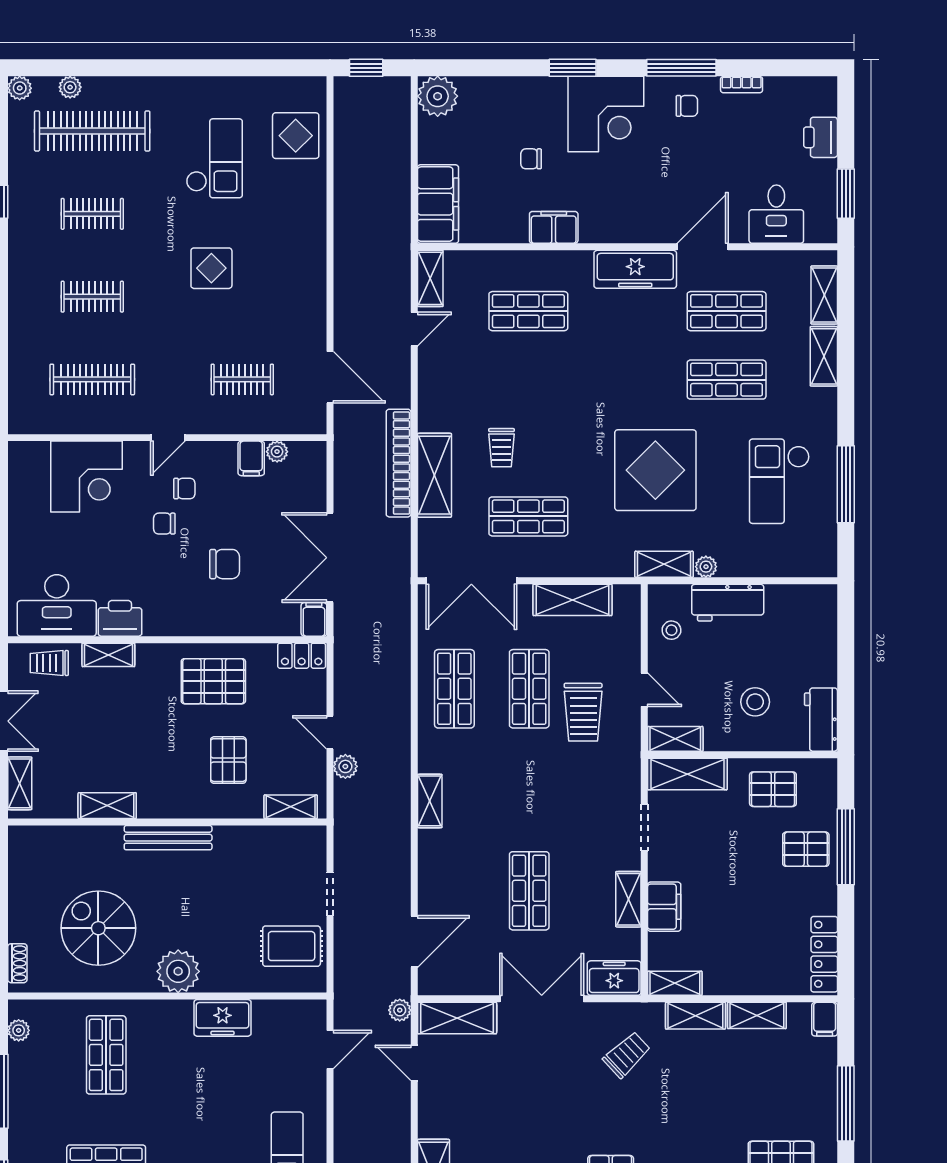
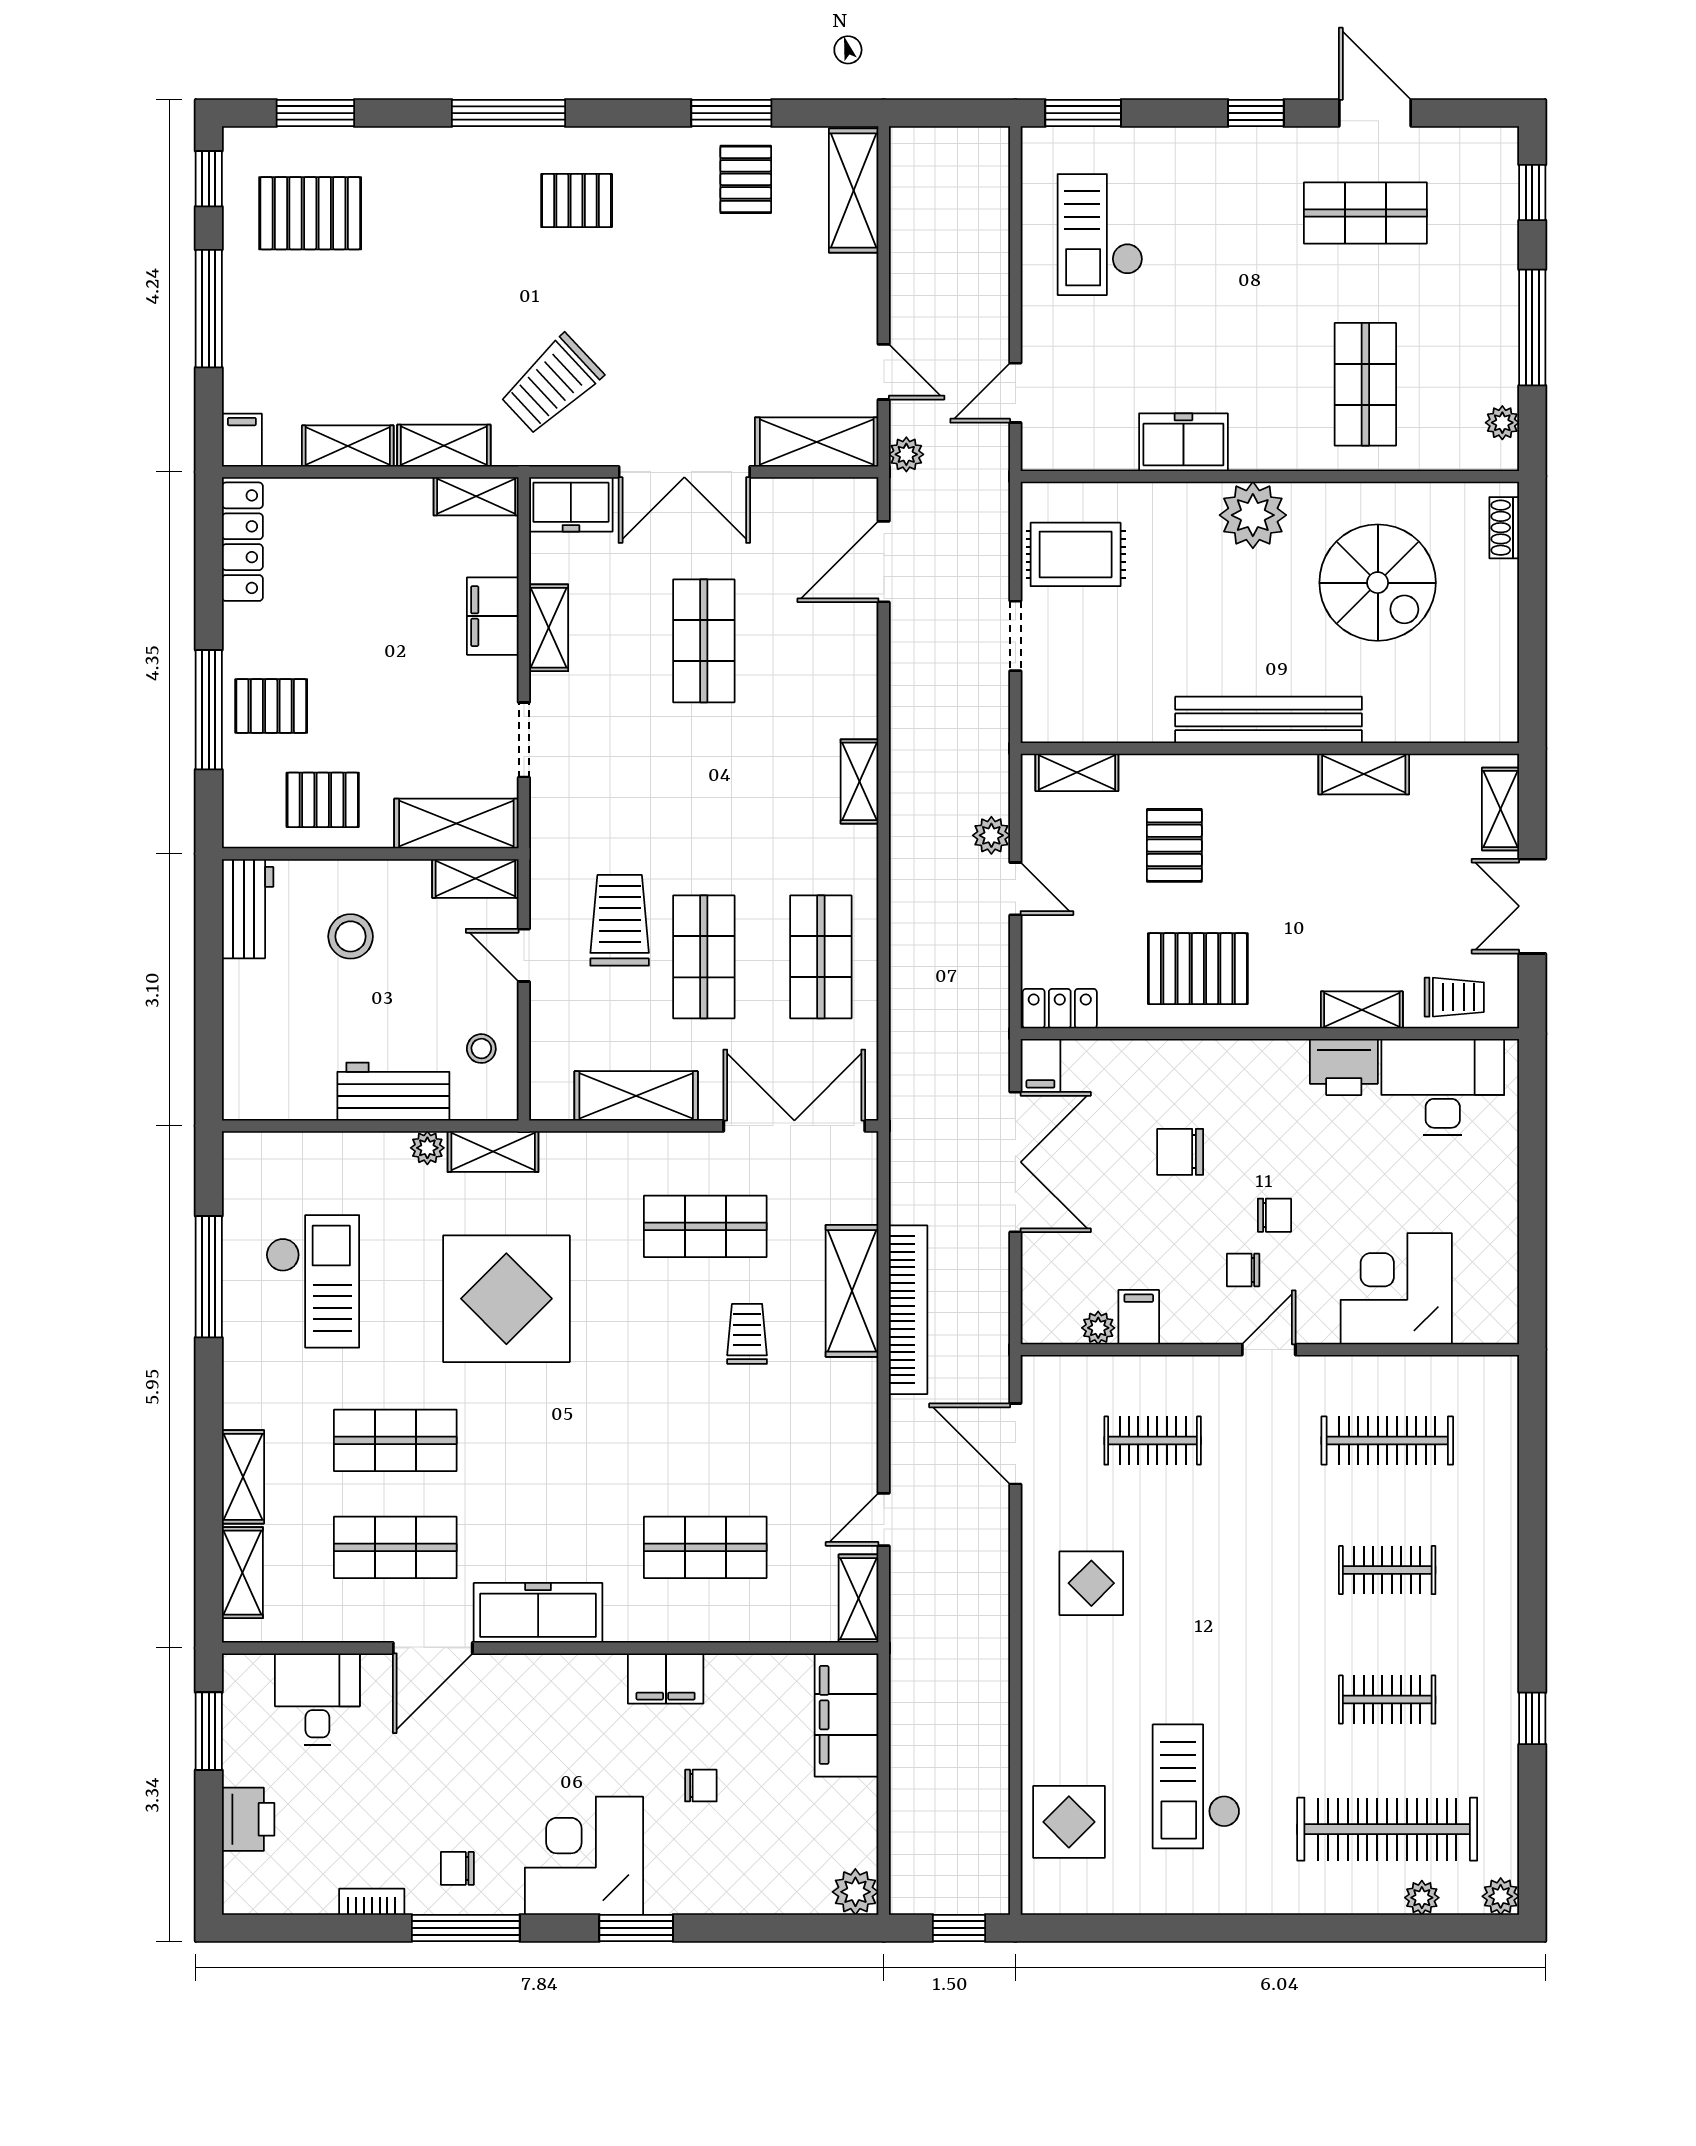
plant: (438, 96) -> (855, 1892), width x0.73, depth x0.73
display table: (211, 268) -> (1091, 1583), moved
bench: (168, 838) -> (1269, 720), width x1.37, depth x1.21
trolley: (627, 1055) -> (551, 384), width x1.36, depth x1.39

